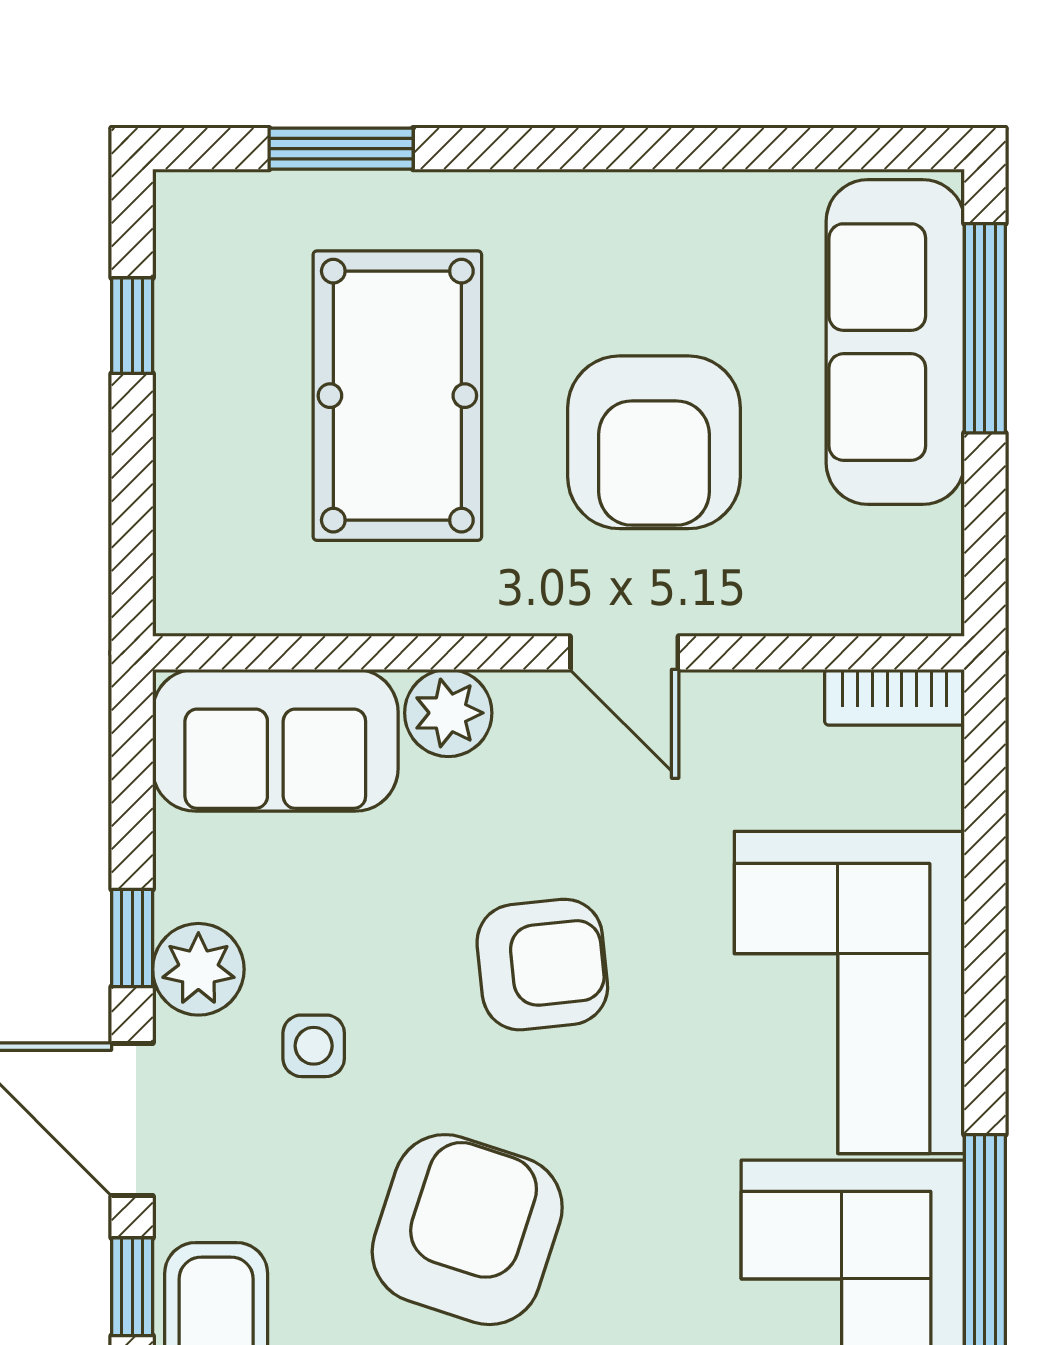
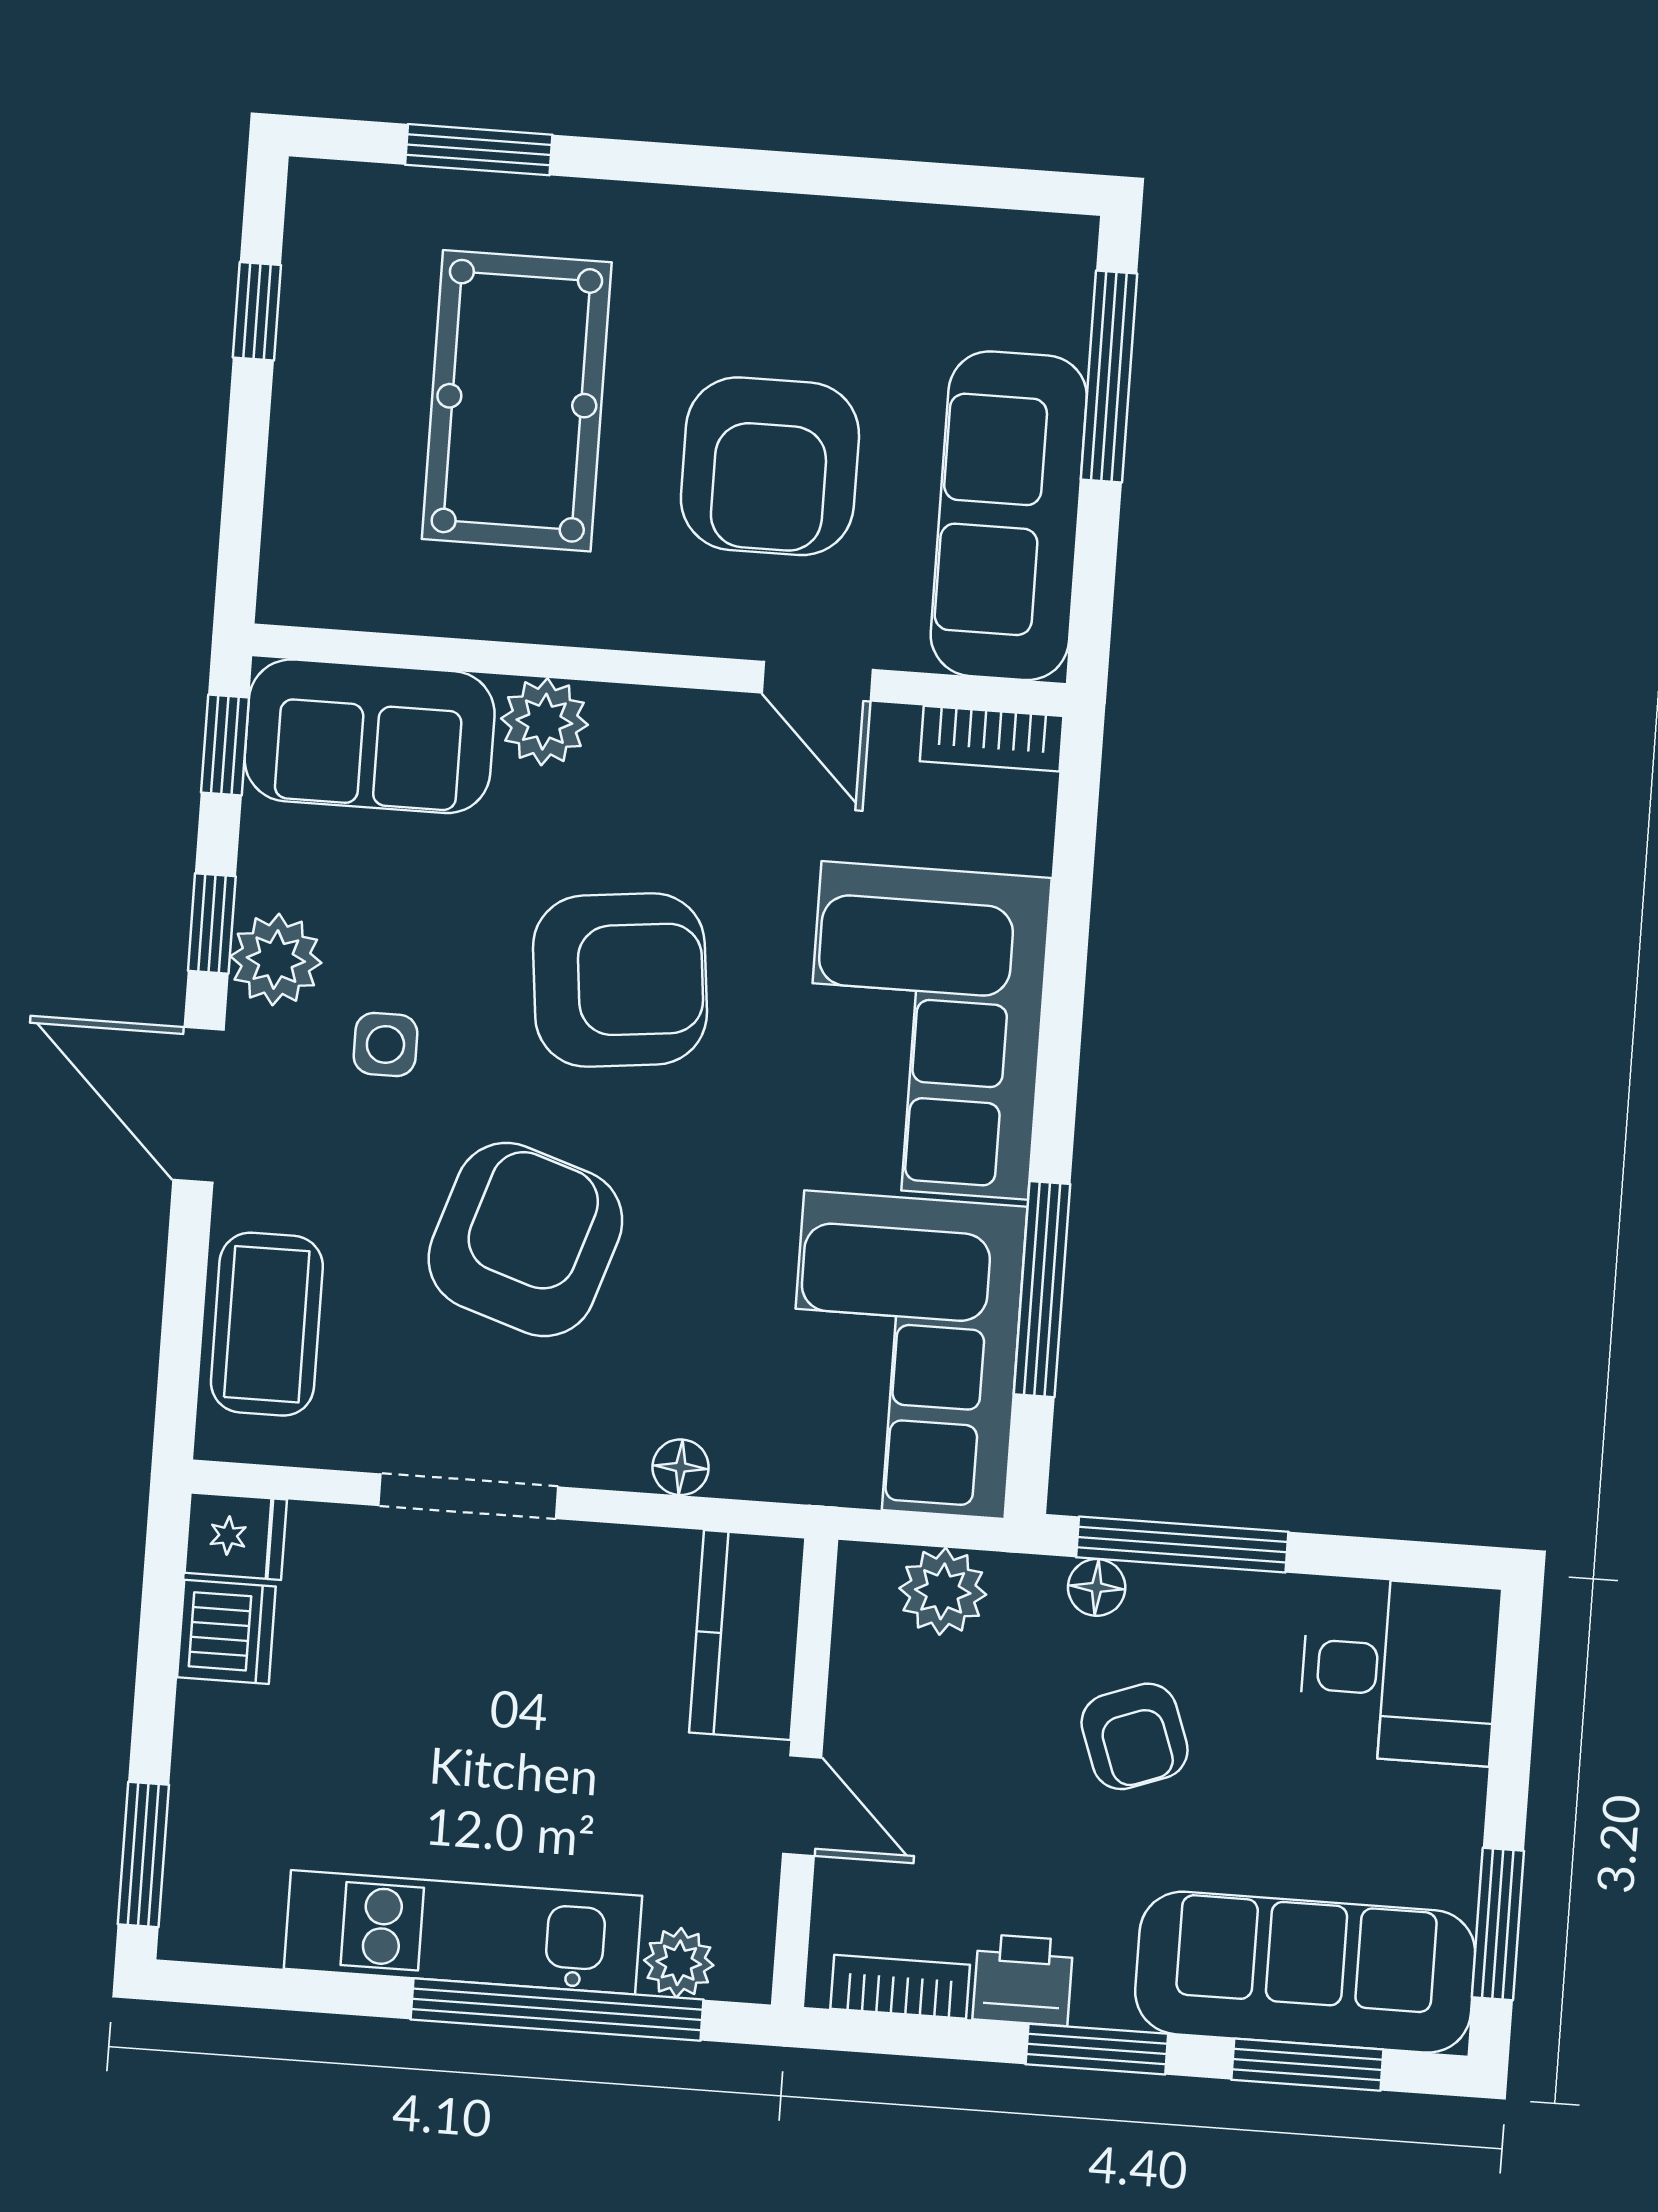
sofa: (895, 342) -> (1009, 516), moved
door: (624, 653) -> (817, 681), moved
armchair: (542, 965) -> (620, 980), width x1.36, depth x1.36
window: (132, 1287) -> (225, 745), moved

